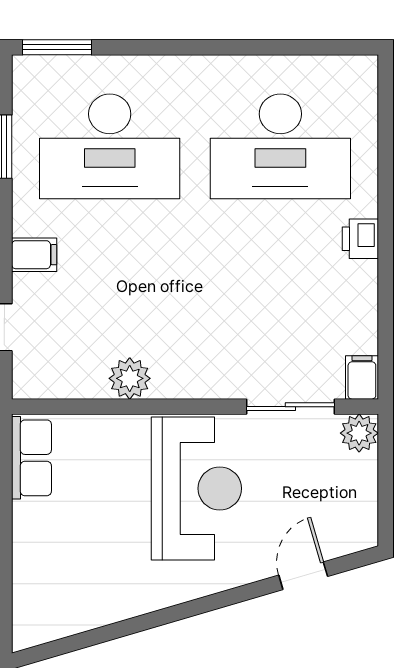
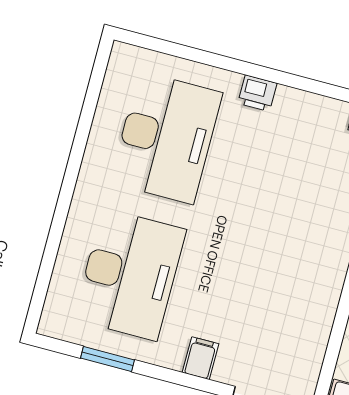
window: (57, 47) -> (39, 296), removed
plant: (130, 378) -> (320, 308), removed

